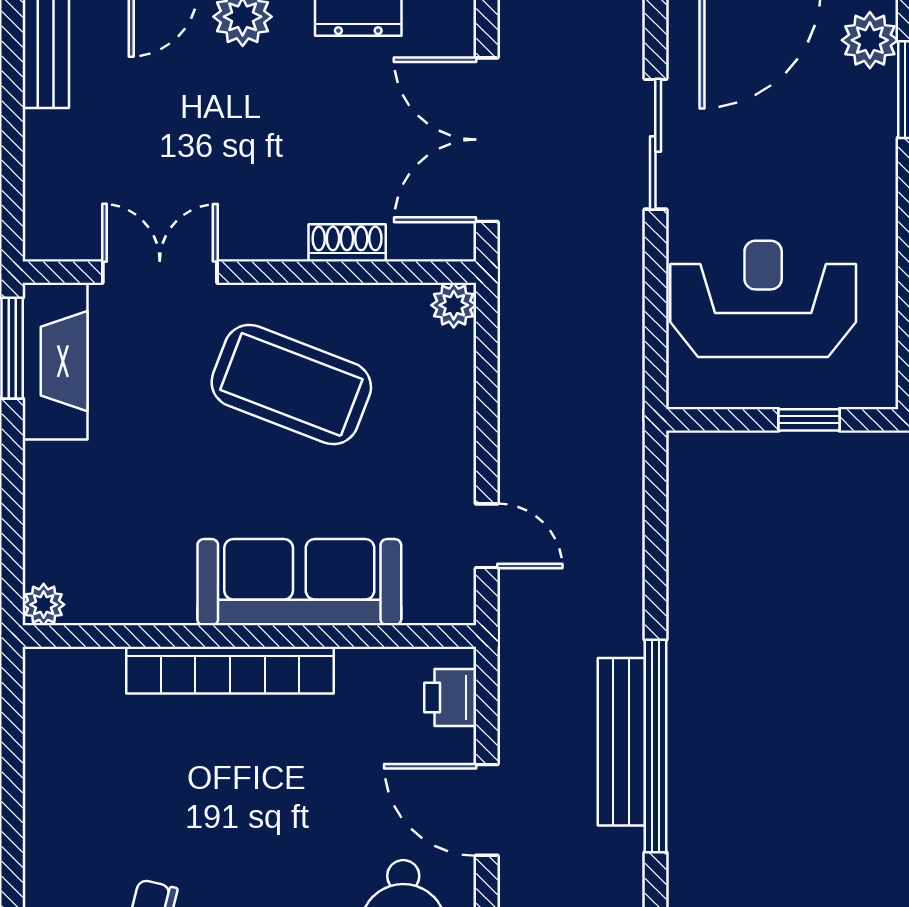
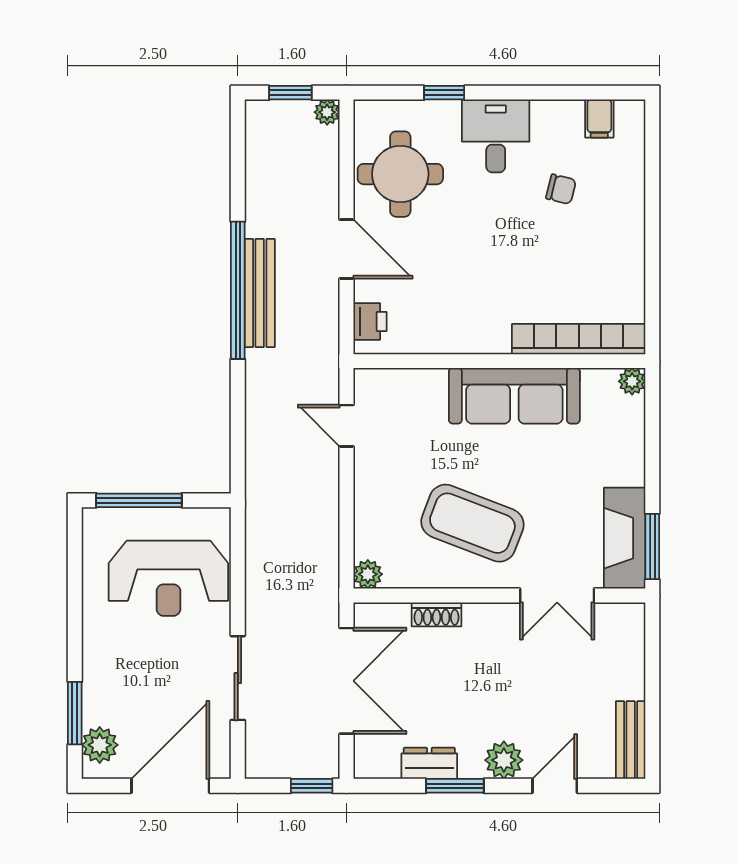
window: (809, 420) -> (139, 500), width x2.17
sofa: (299, 582) -> (514, 396), moved
bookcase: (230, 670) -> (579, 339), moved

